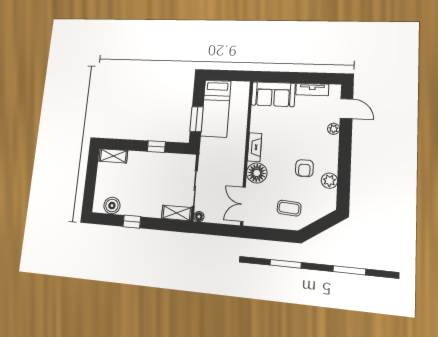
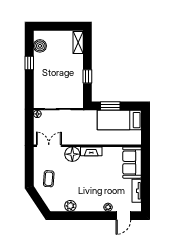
armchair: (304, 168) -> (78, 188), removed
shelving: (177, 213) -> (39, 97), removed

